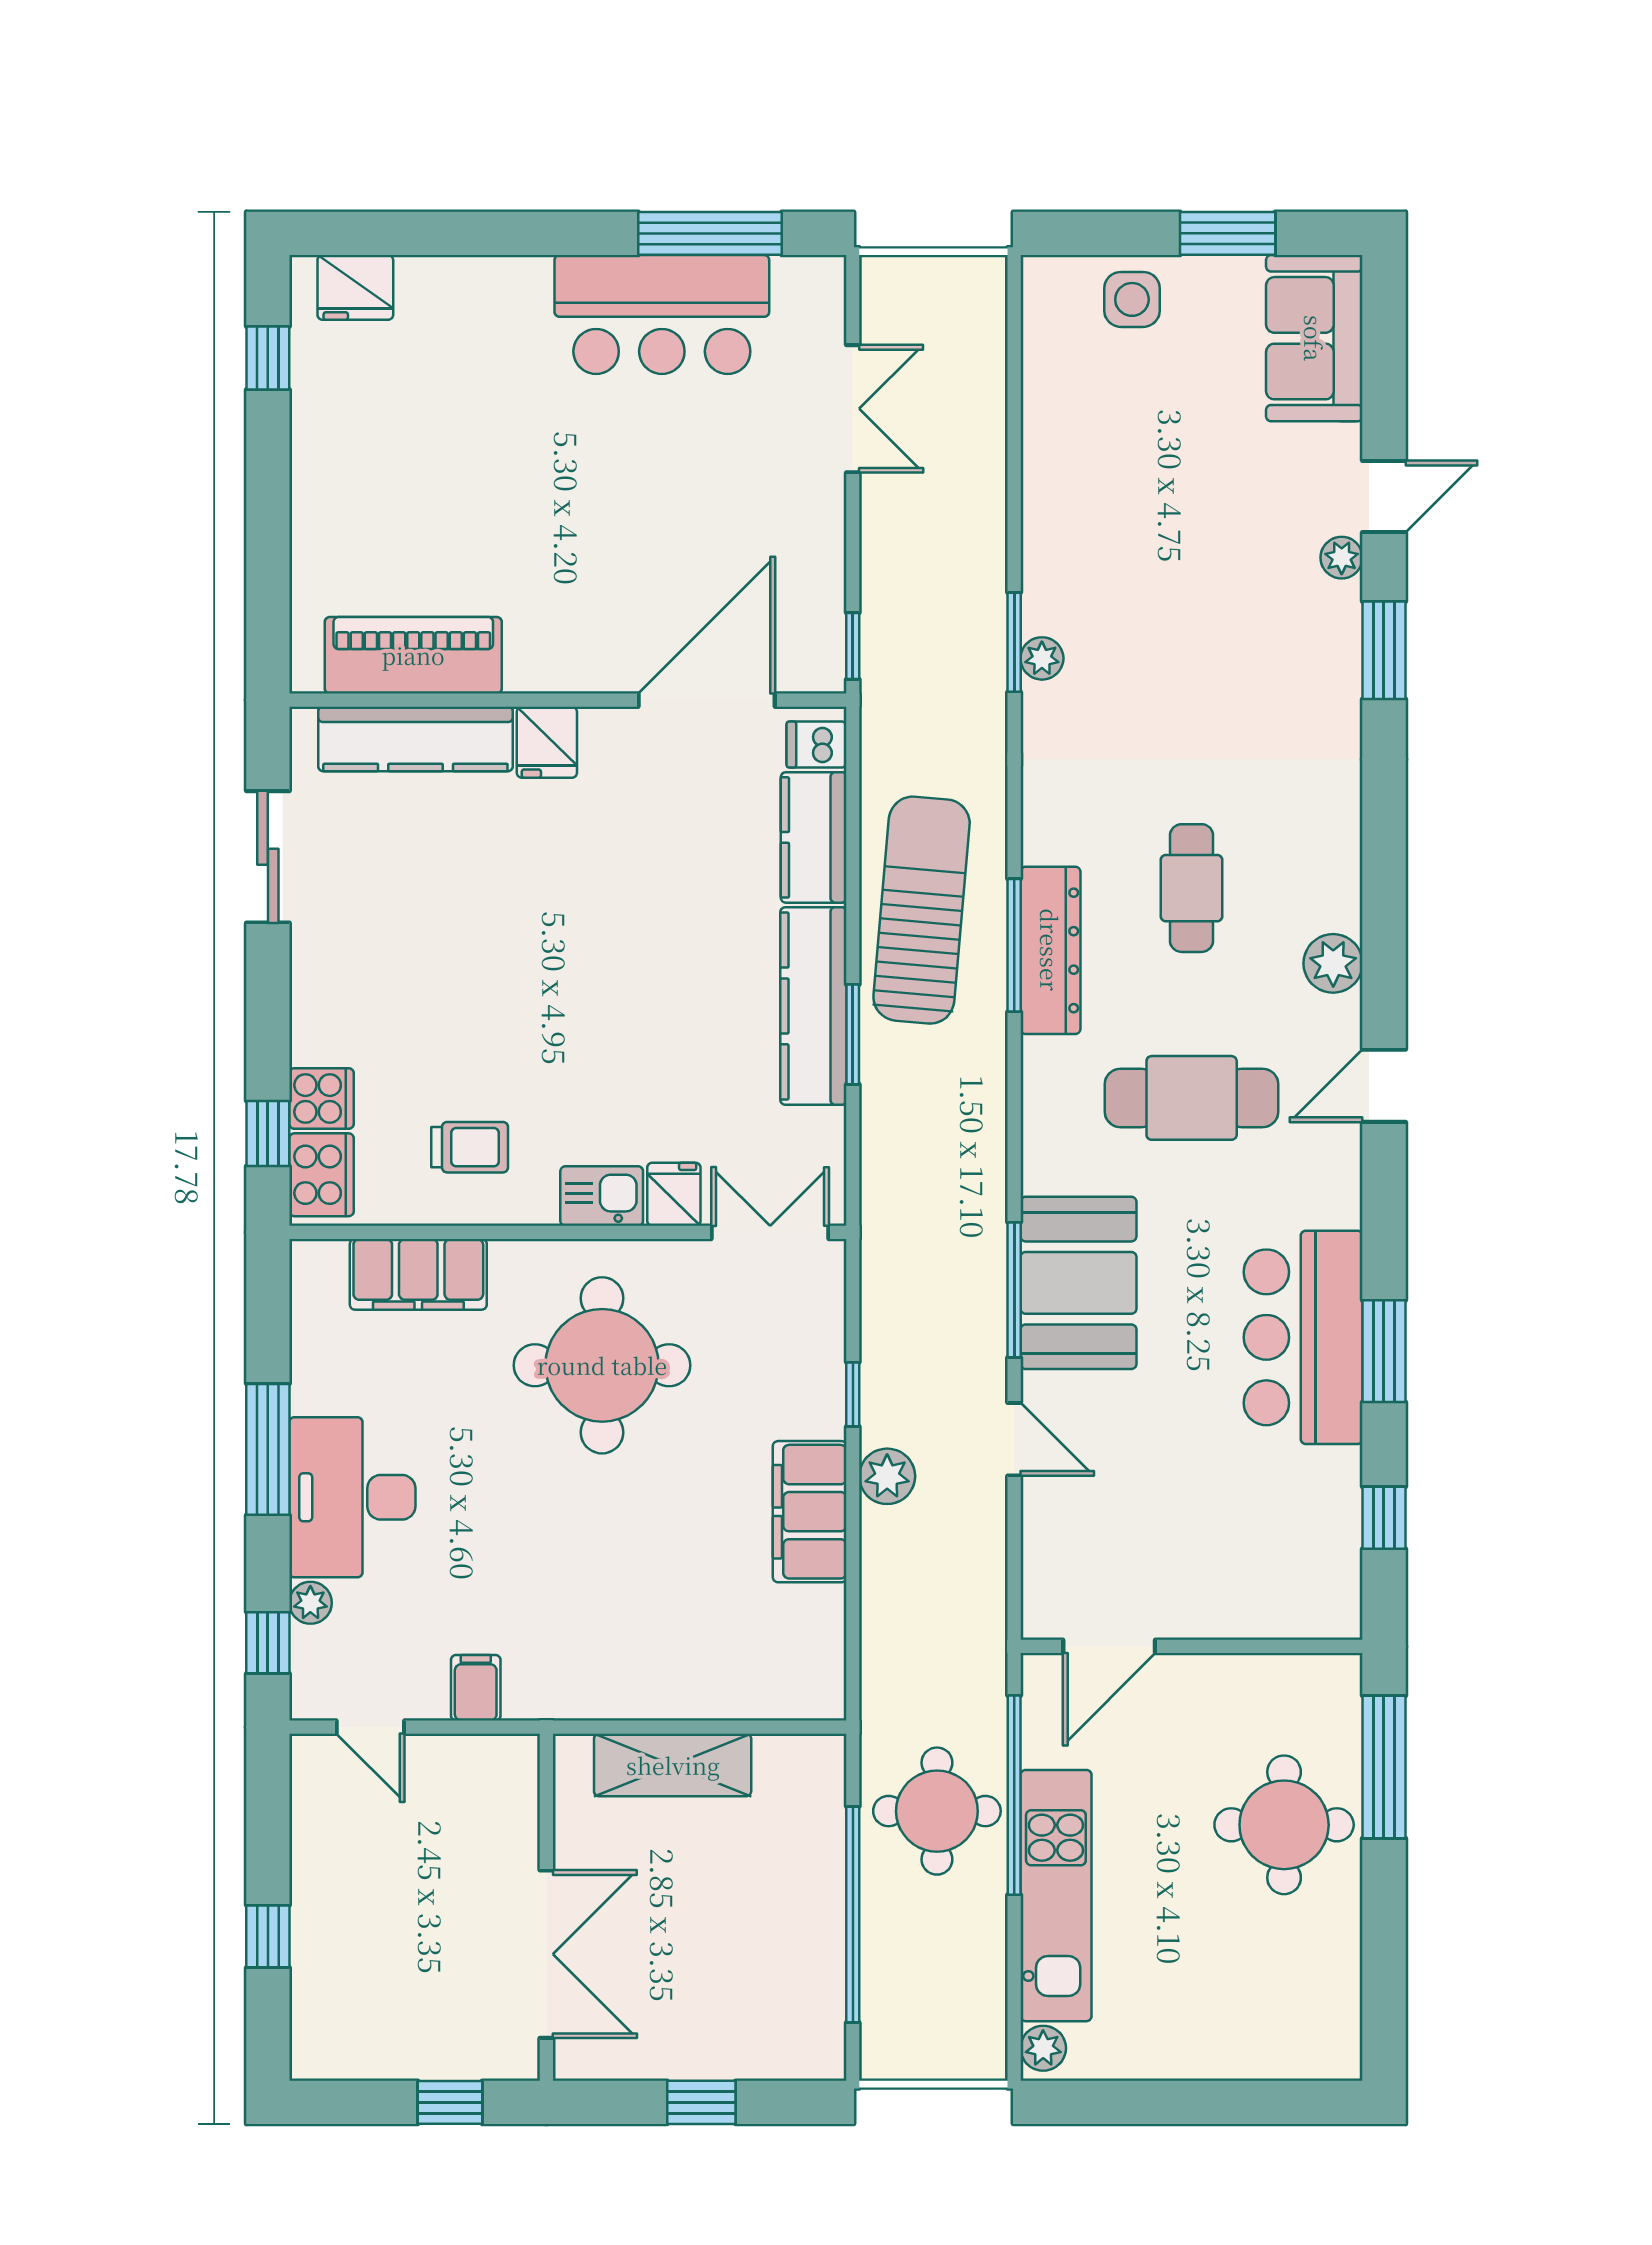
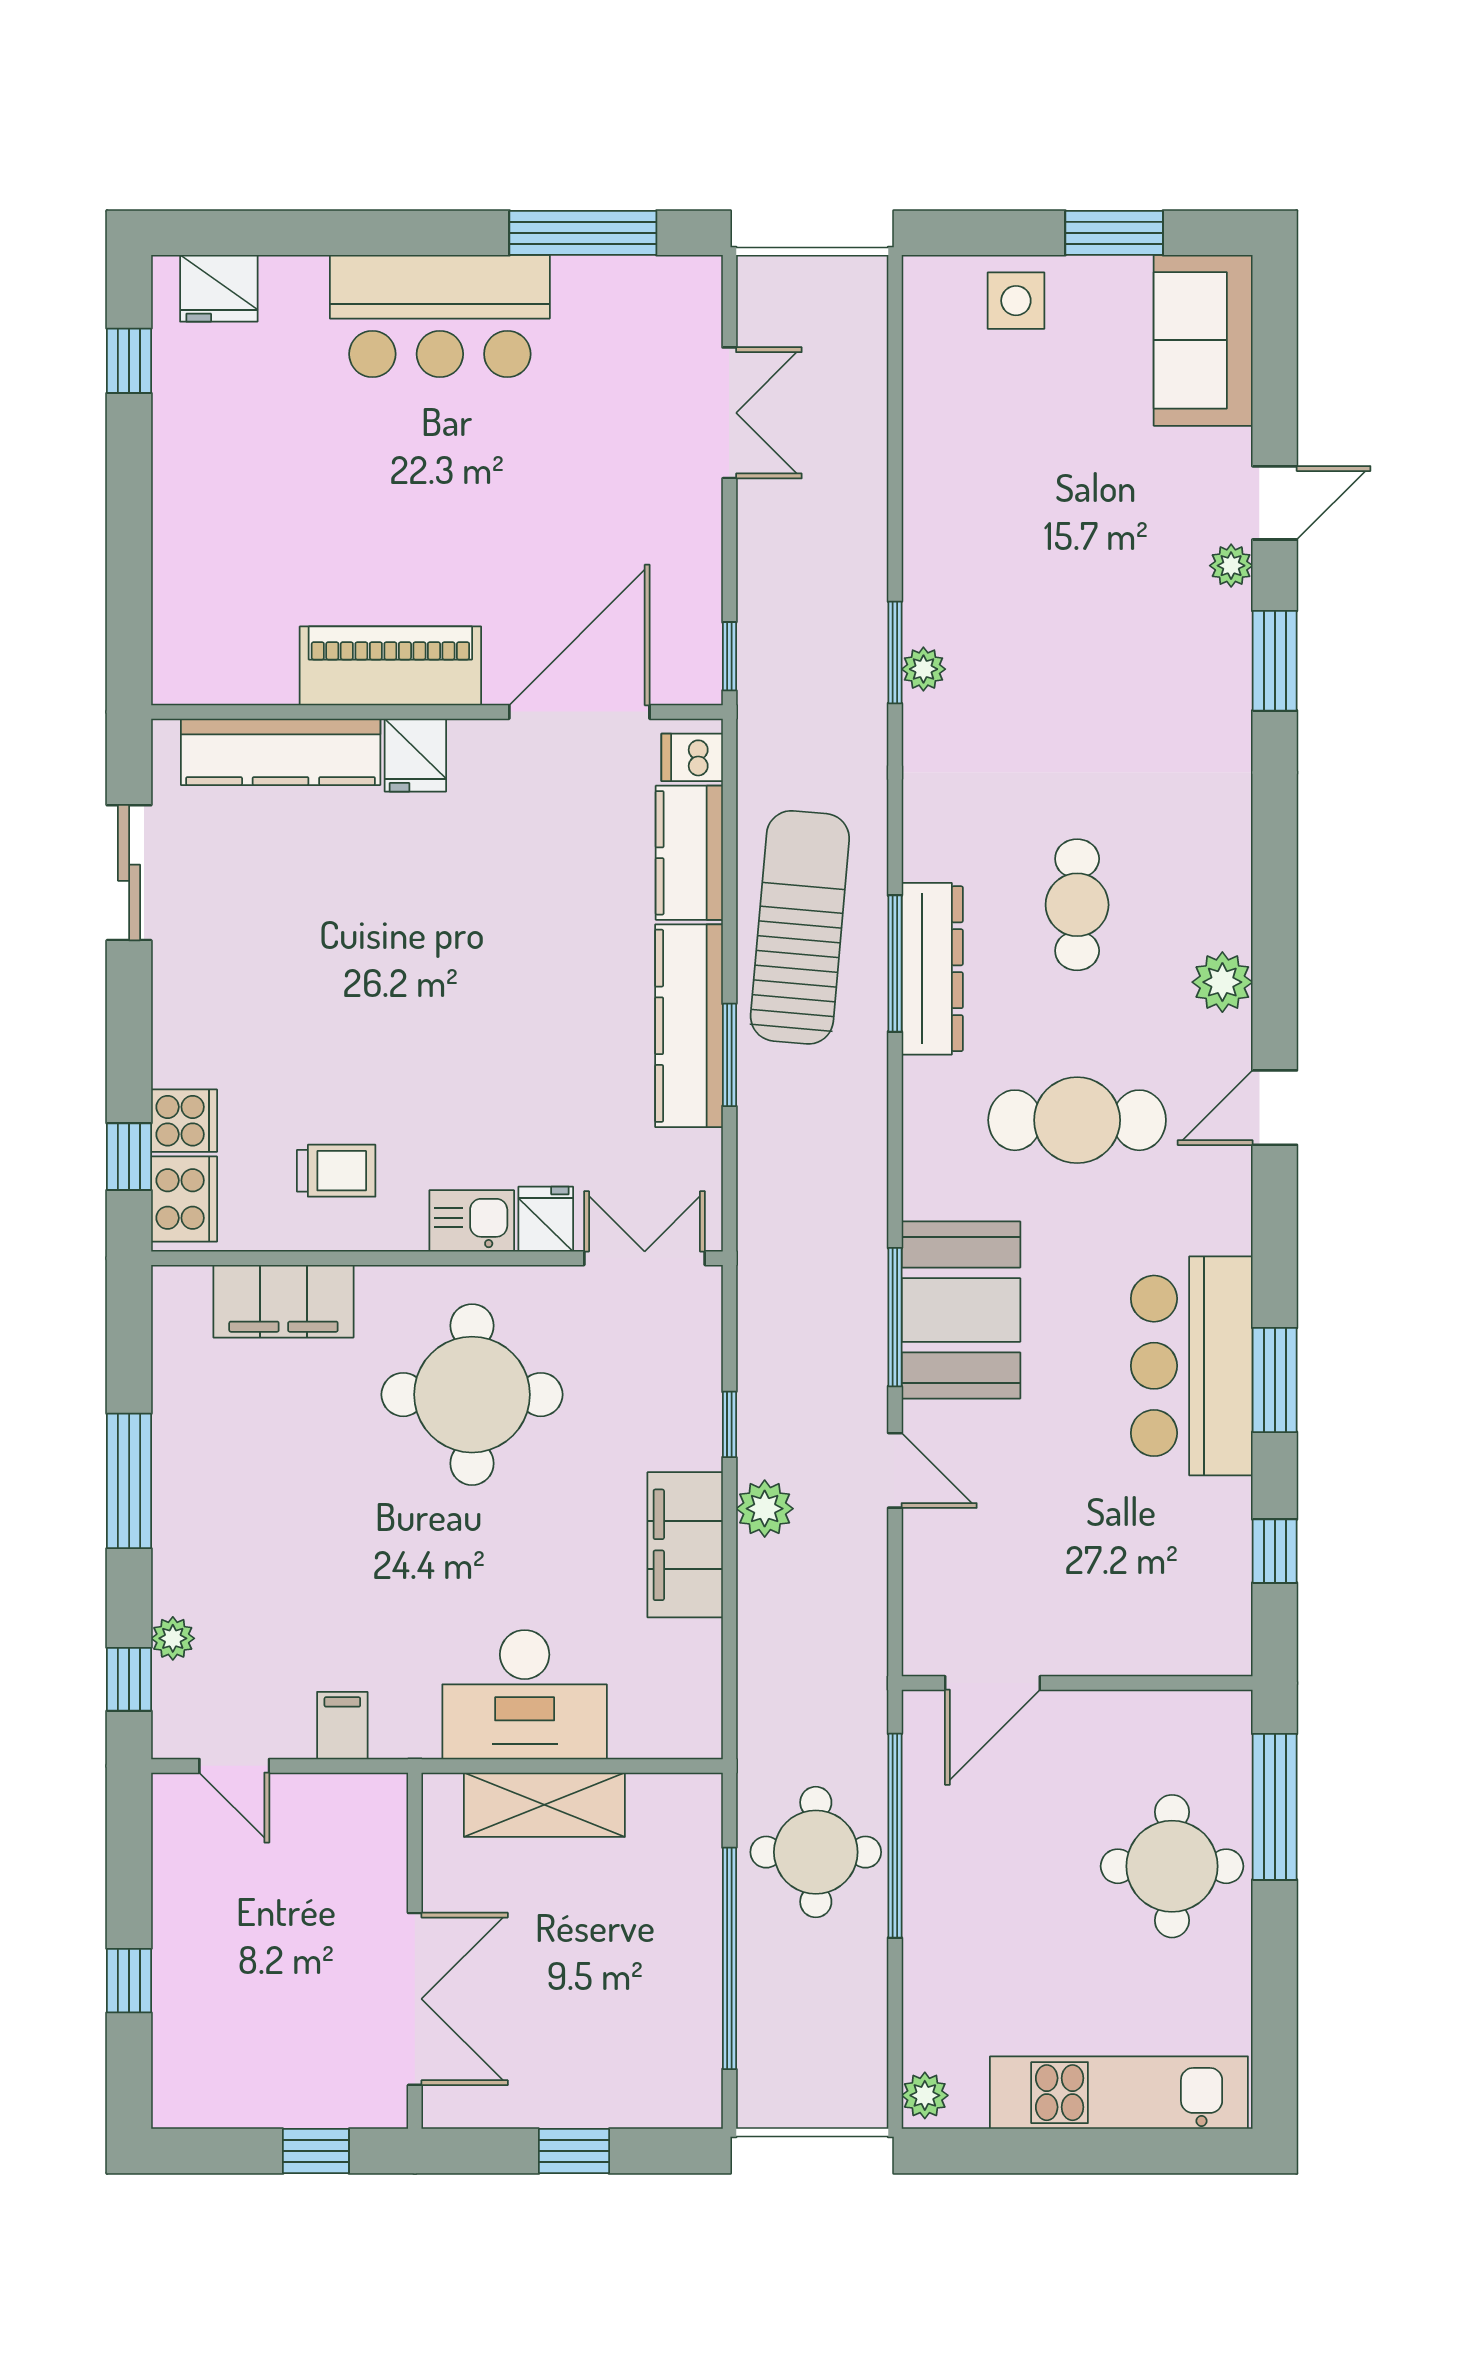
bar counter: (662, 315) -> (440, 316), moved
piano: (413, 655) -> (390, 666), moved
desk: (352, 1497) -> (525, 1695), moved, turned -90
kitchen unit: (1056, 1896) -> (1119, 2093), moved, turned -90

